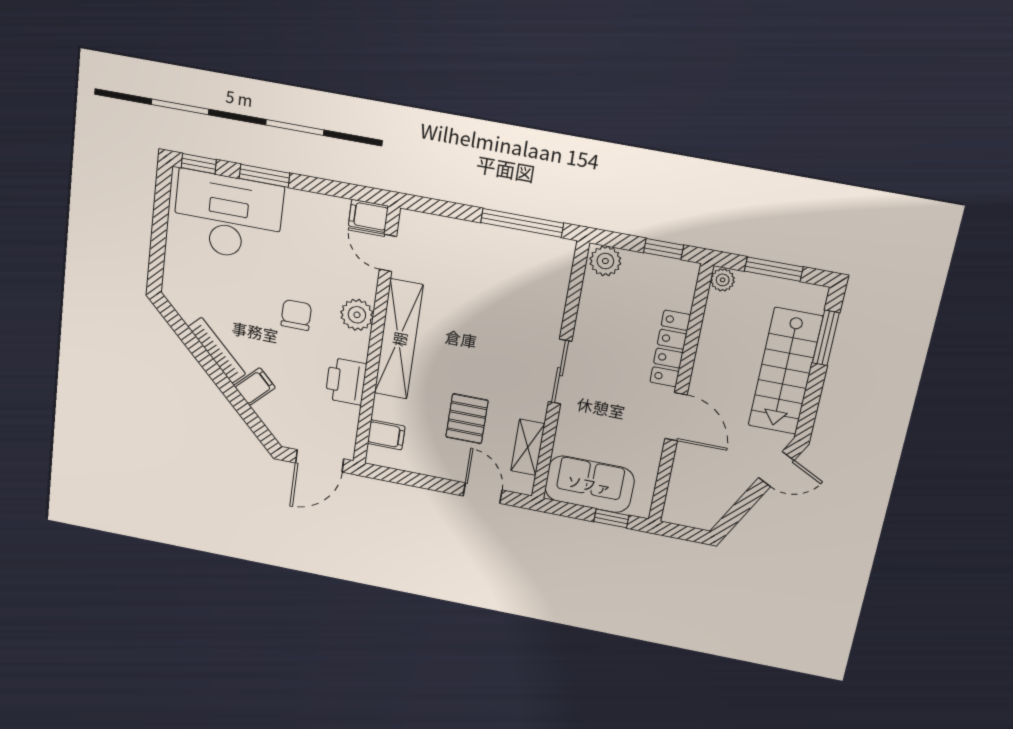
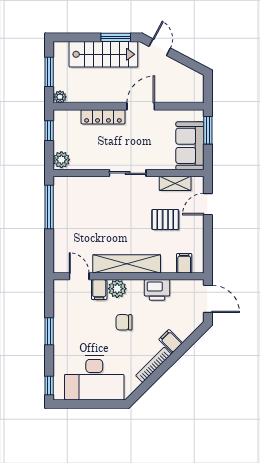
window: (264, 176) -> (49, 331), moved
desk: (228, 216) -> (94, 378), moved, turned -90
filing cabinet: (368, 216) -> (99, 290), moved
door: (388, 253) -> (79, 276), swing flipped
window: (826, 338) -> (116, 37), moved
window: (611, 518) -> (208, 130), width x1.50

